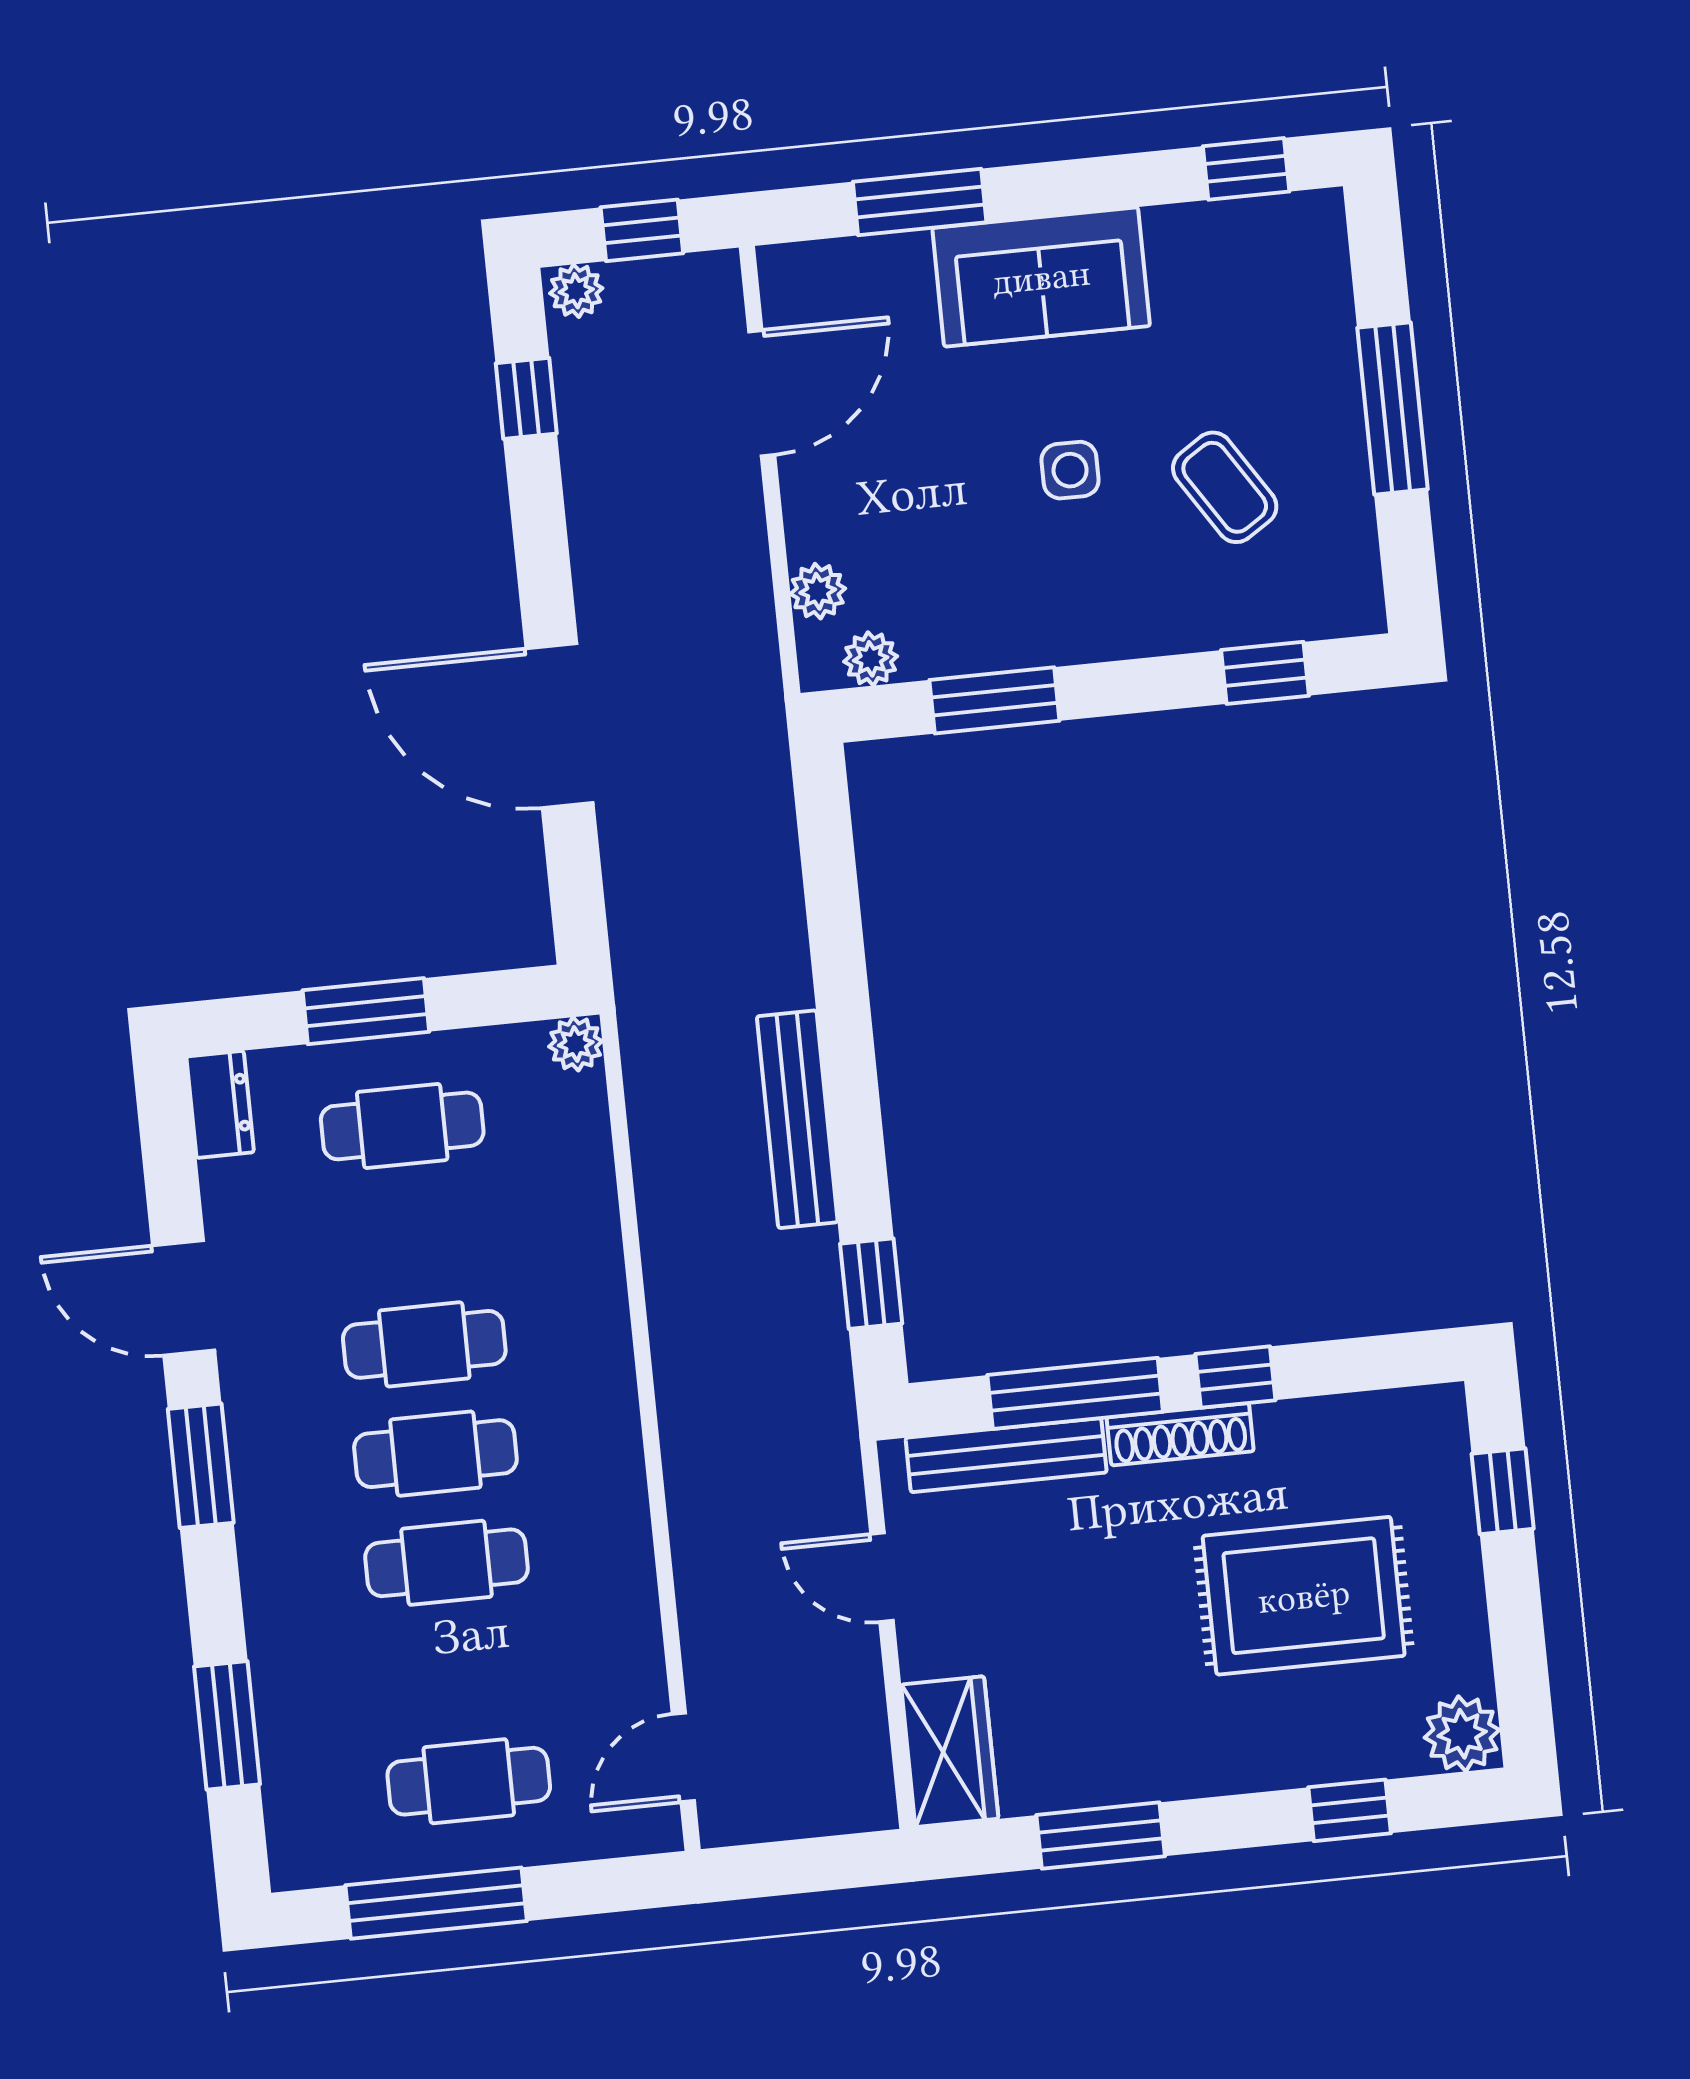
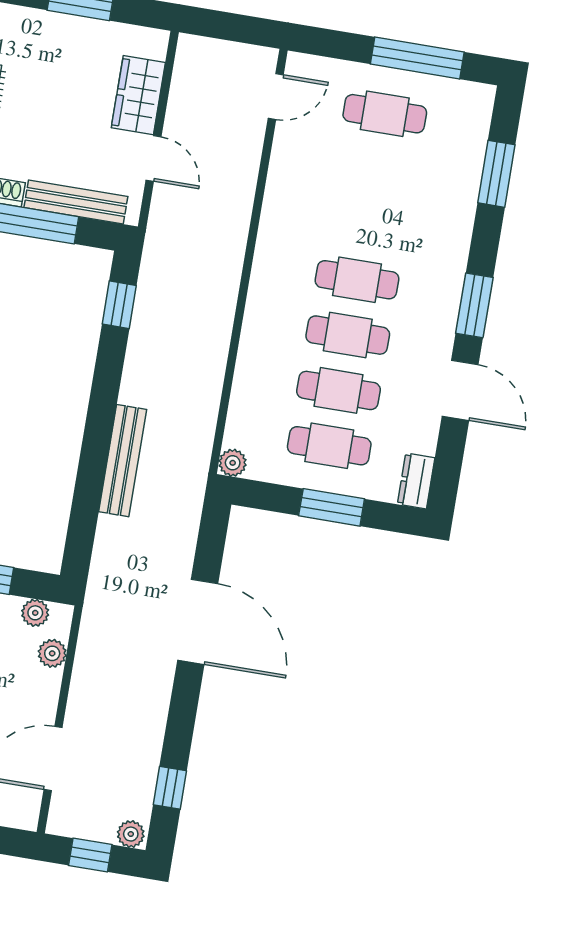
bench: (797, 1119) -> (123, 461), moved
cafe table: (447, 1563) -> (338, 390), moved
wardrobe: (950, 1752) -> (138, 95), moved

